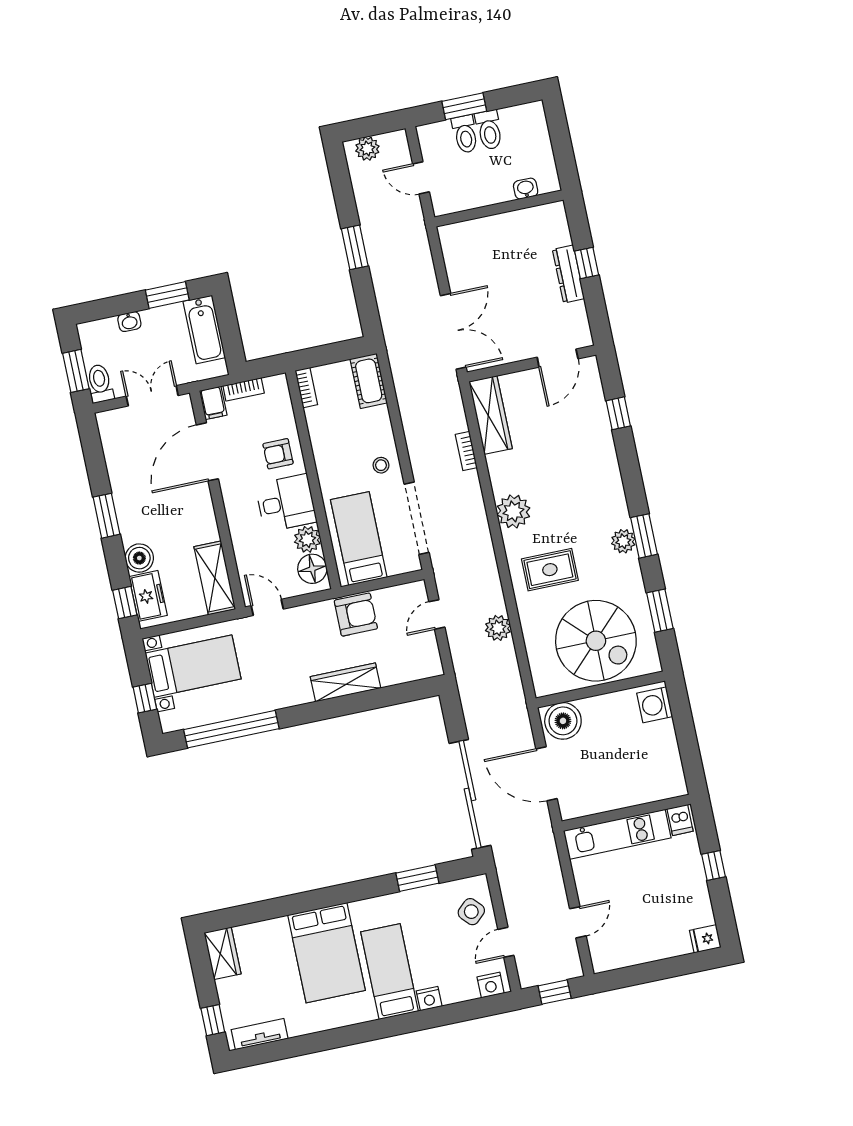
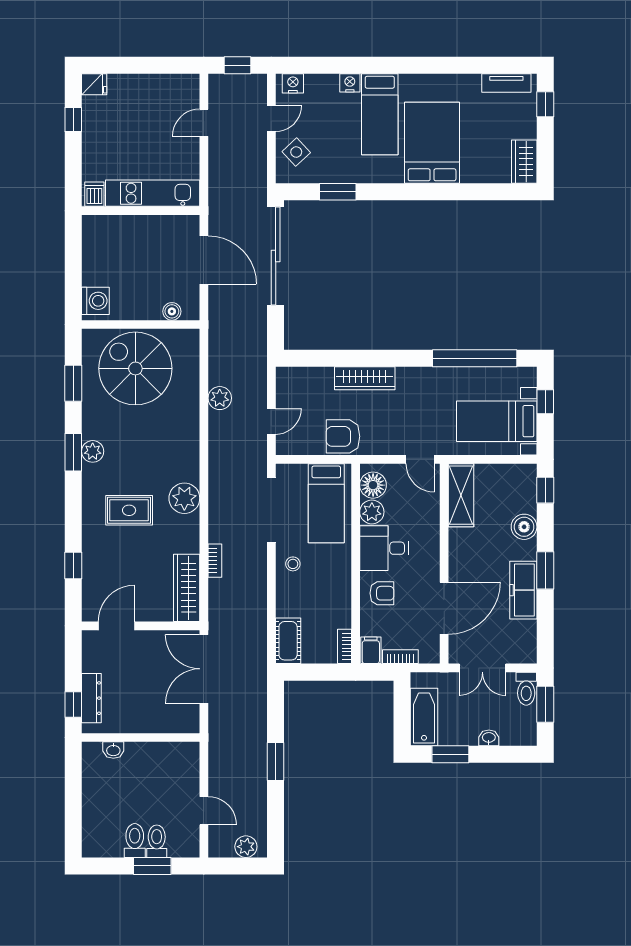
washbasin: (526, 189) -> (113, 750), moved
wall: (499, 209) -> (141, 737), moved
filing cabinet: (213, 403) -> (371, 650), moved
rug: (550, 570) -> (129, 510), moved
freezer: (148, 596) -> (523, 590), moved, width x1.40
boiler: (563, 721) -> (172, 311), width x0.54, depth x0.54
window: (714, 866) -> (73, 119), moved

